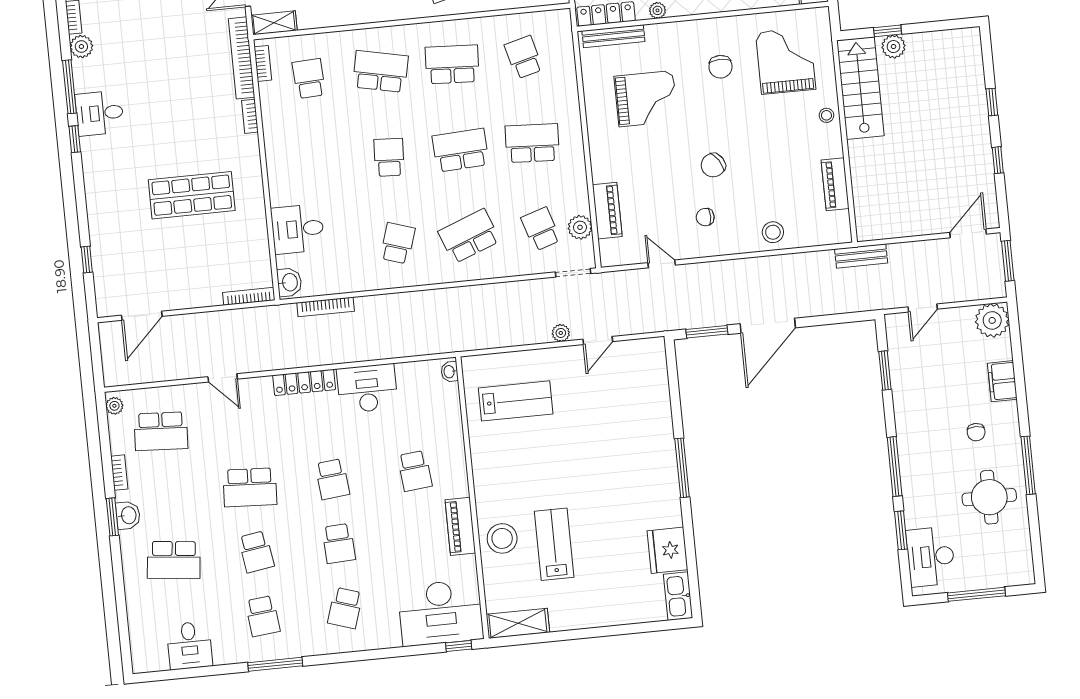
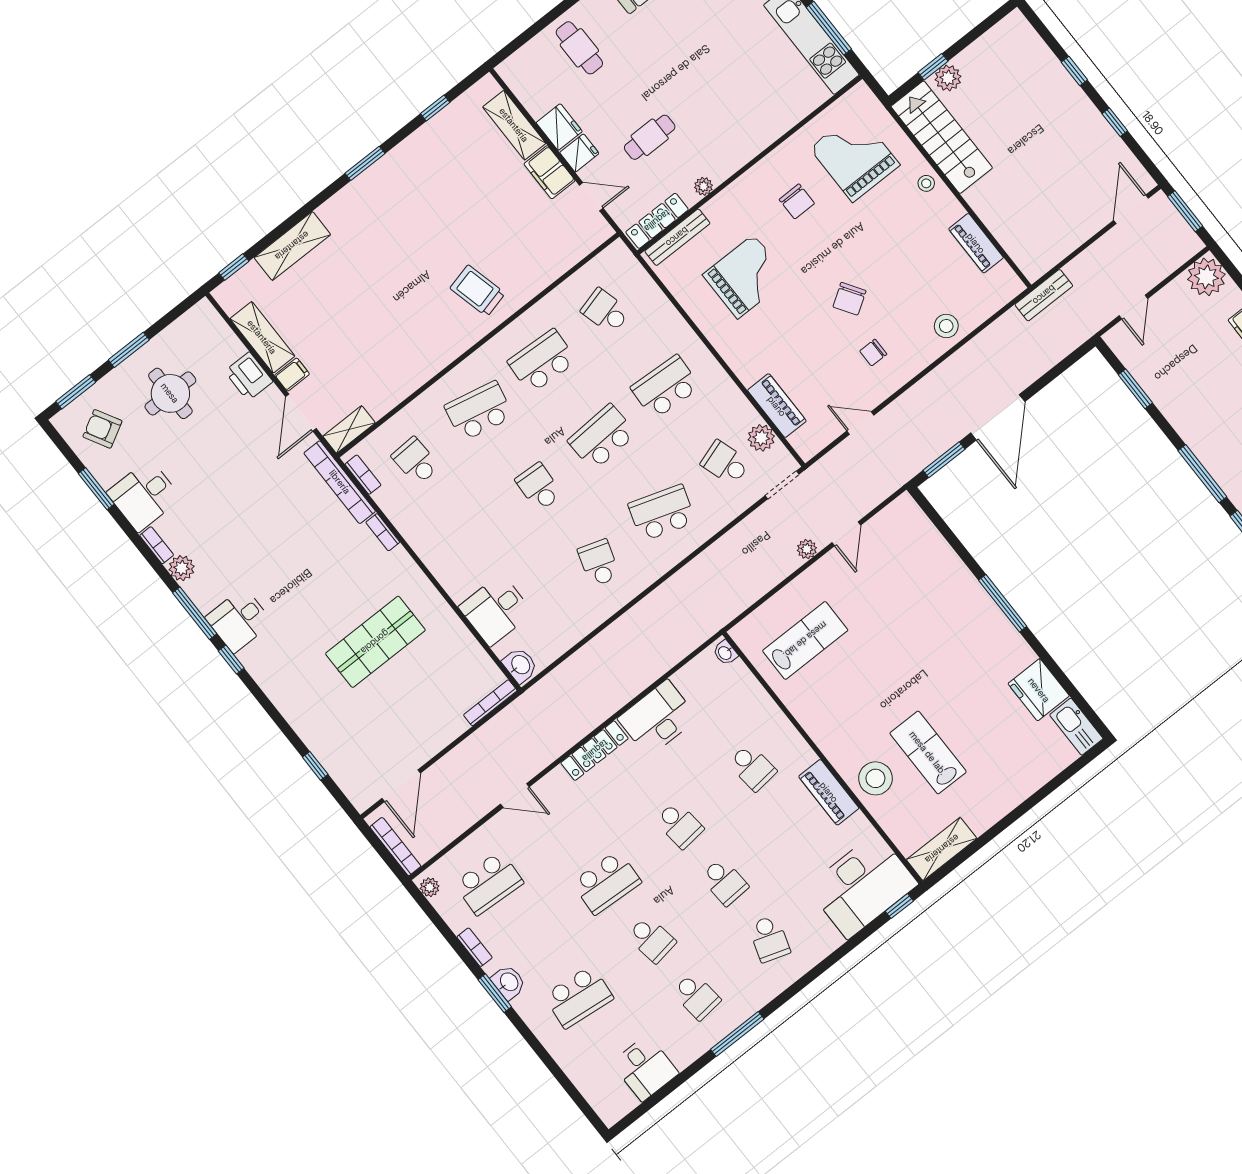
school desk: (469, 236) -> (662, 513), turned 39
bookcase: (326, 307) -> (395, 847), moved, turned -90

